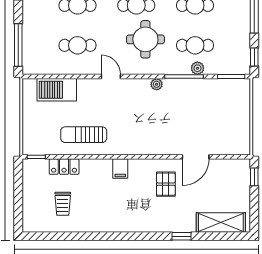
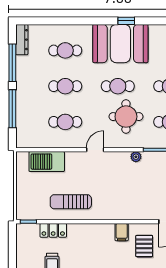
window: (18, 45) -> (12, 109), moved
door: (111, 77) -> (95, 150), hinge flipped
filing cabinet: (120, 169) -> (122, 232), moved

